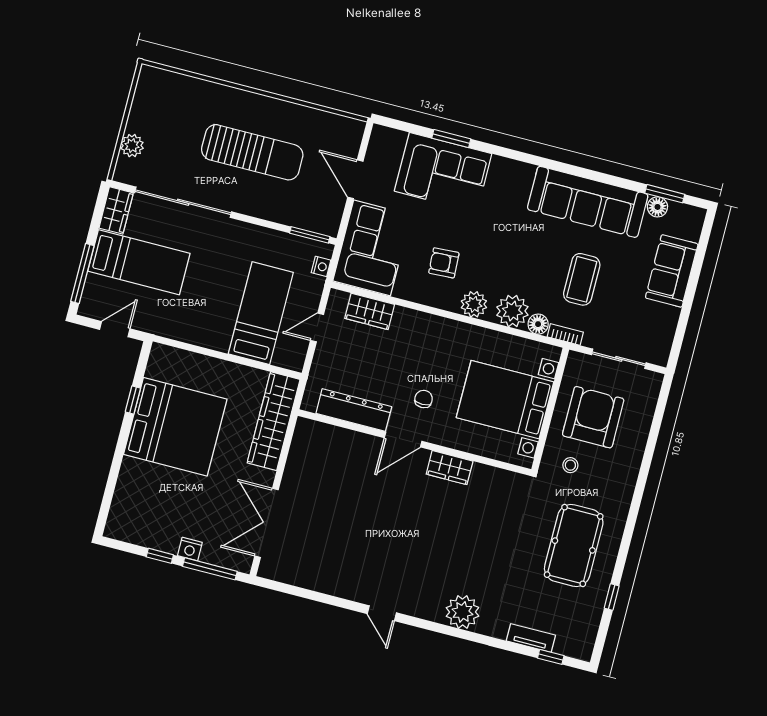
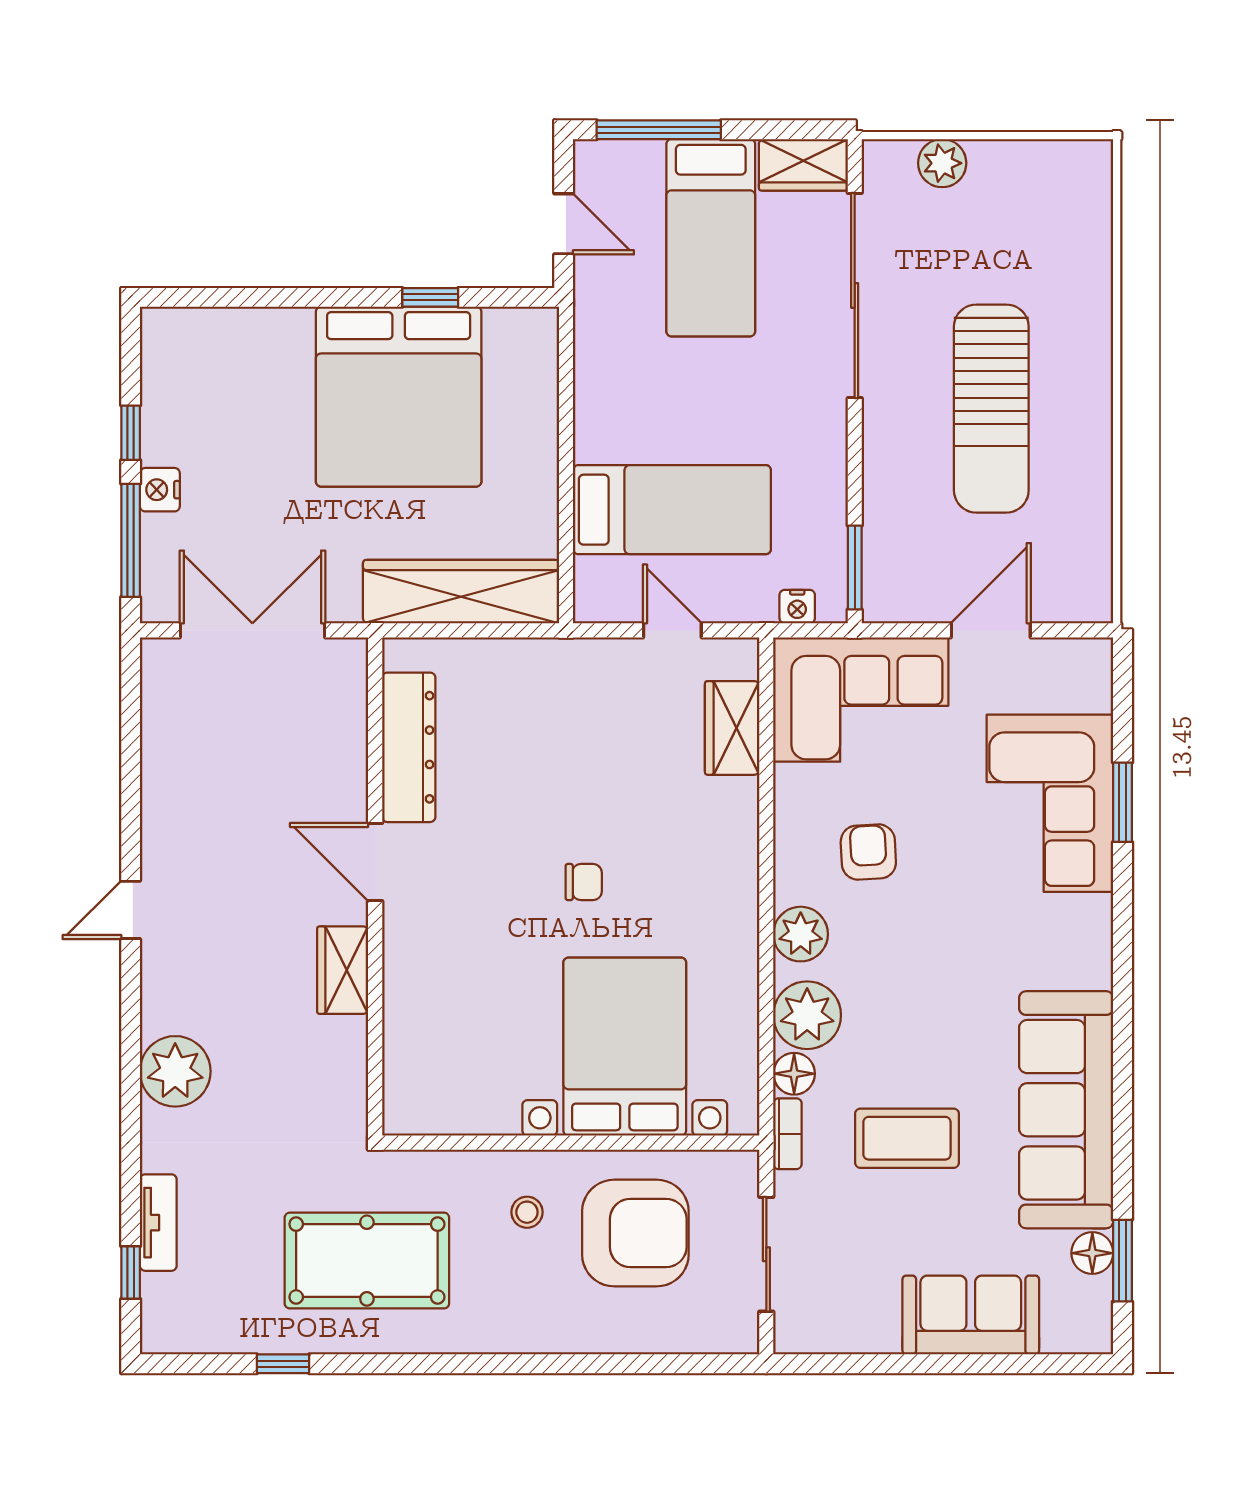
dresser: (354, 410) -> (409, 747), moved
door: (403, 439) -> (375, 862), moved
wall: (415, 442) -> (375, 886), moved
wardrobe: (450, 468) -> (343, 970), moved

